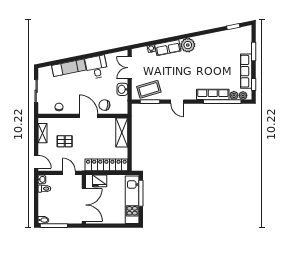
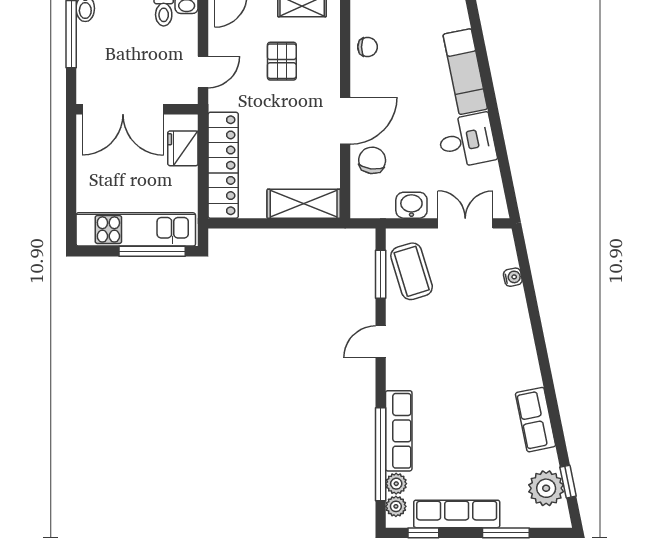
plant: (188, 45) -> (546, 488), moved
row of seats: (168, 48) -> (536, 420), moved

